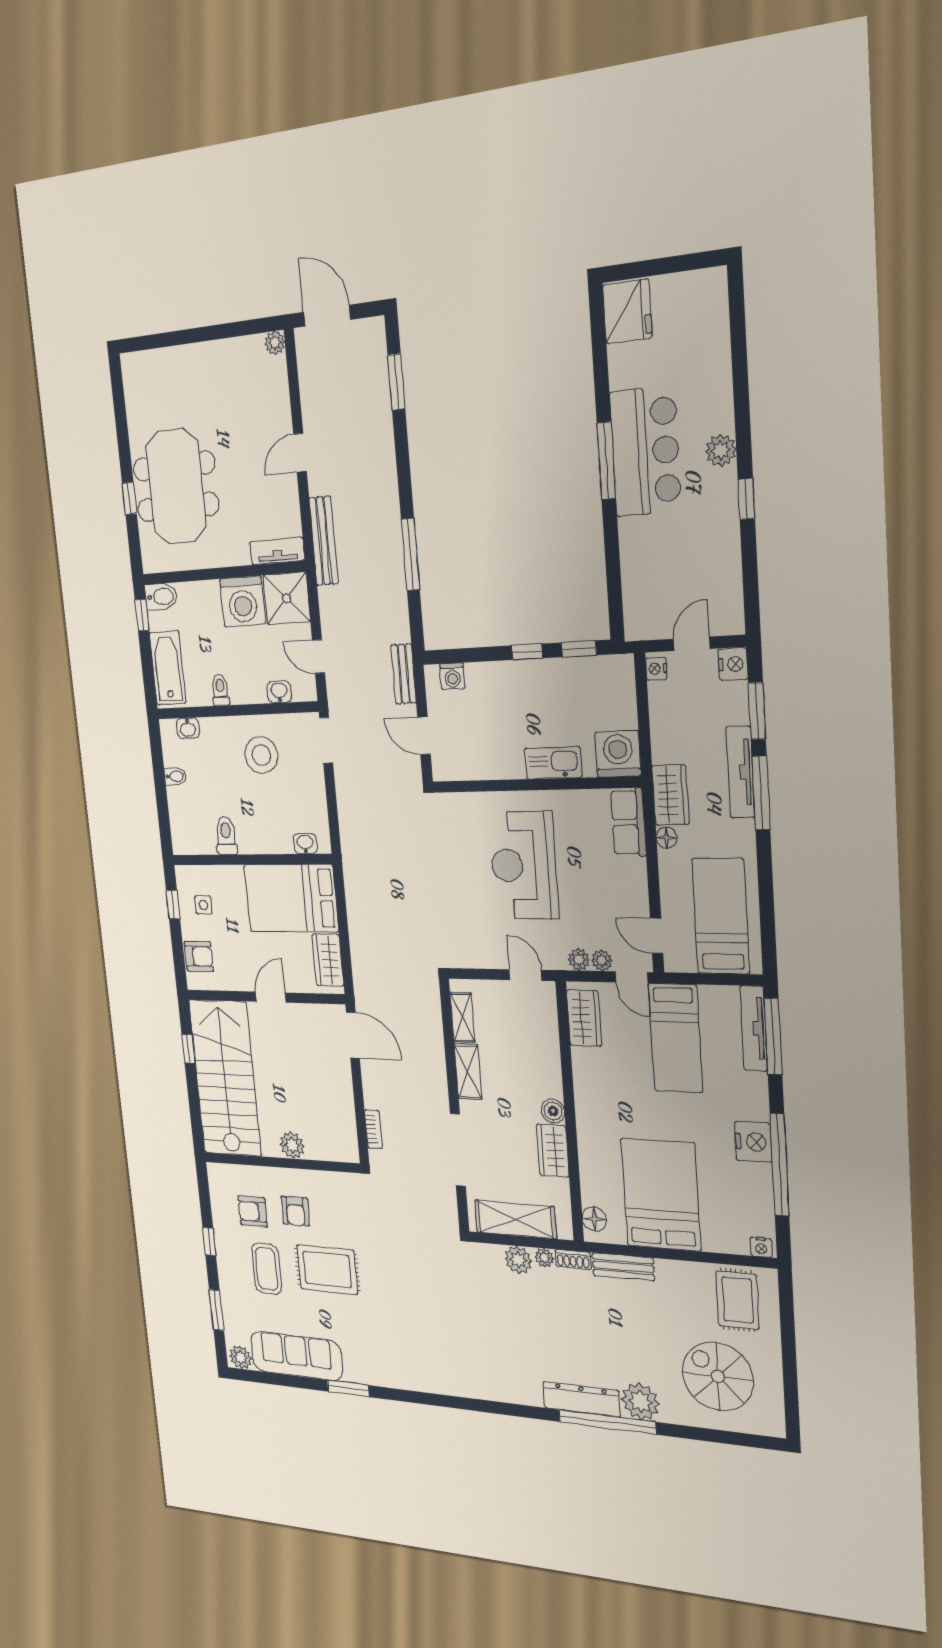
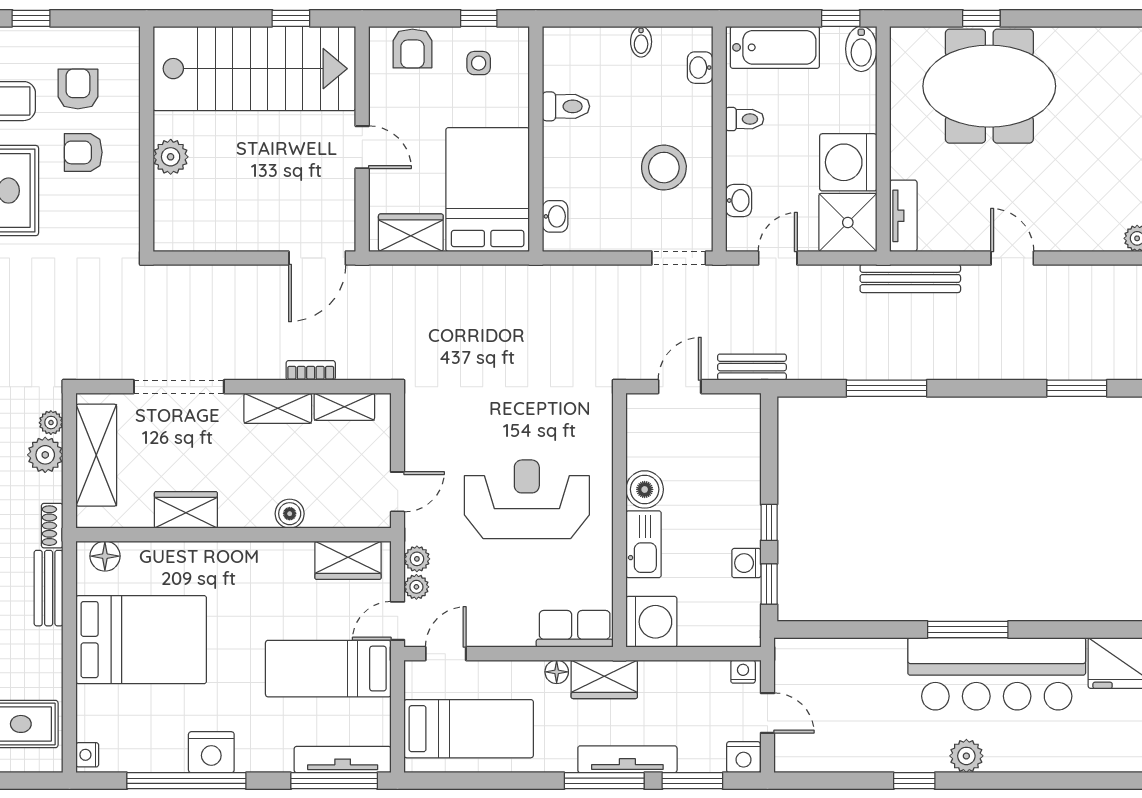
bar counter: (645, 452) -> (997, 674), width x1.36
washing machine: (452, 676) -> (746, 563), moved
boiler: (508, 763) -> (645, 489), added
boiler: (553, 1111) -> (290, 514), moved
bookcase: (373, 1129) -> (311, 370), moved, turned 180
plant: (544, 1258) -> (51, 423), moved

